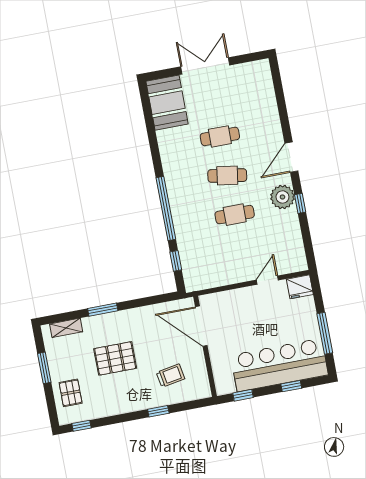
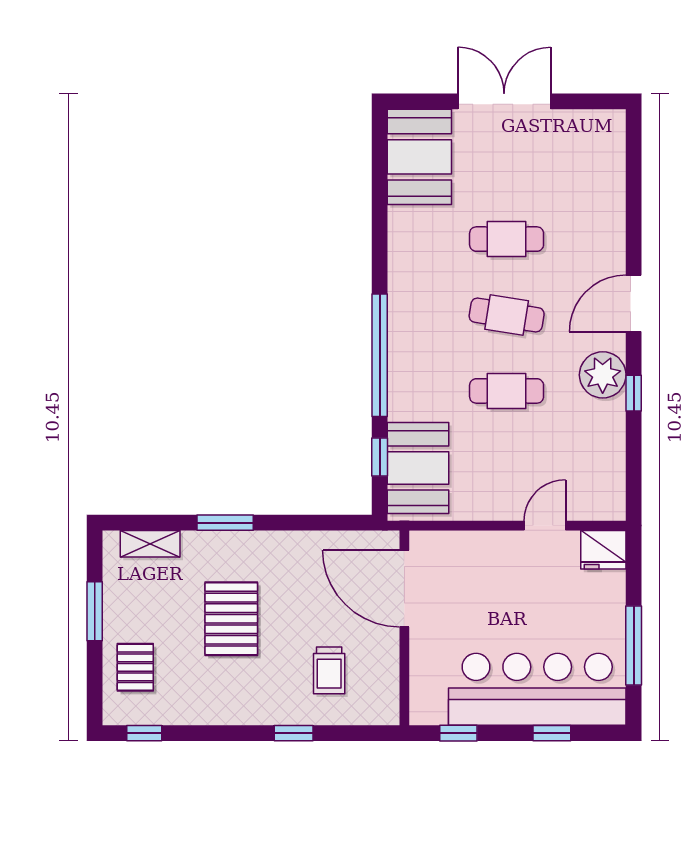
booth: (197, 263) -> (418, 468), added
pallet: (115, 358) -> (231, 619), turned 90
trolley: (171, 376) -> (329, 670), turned 100

